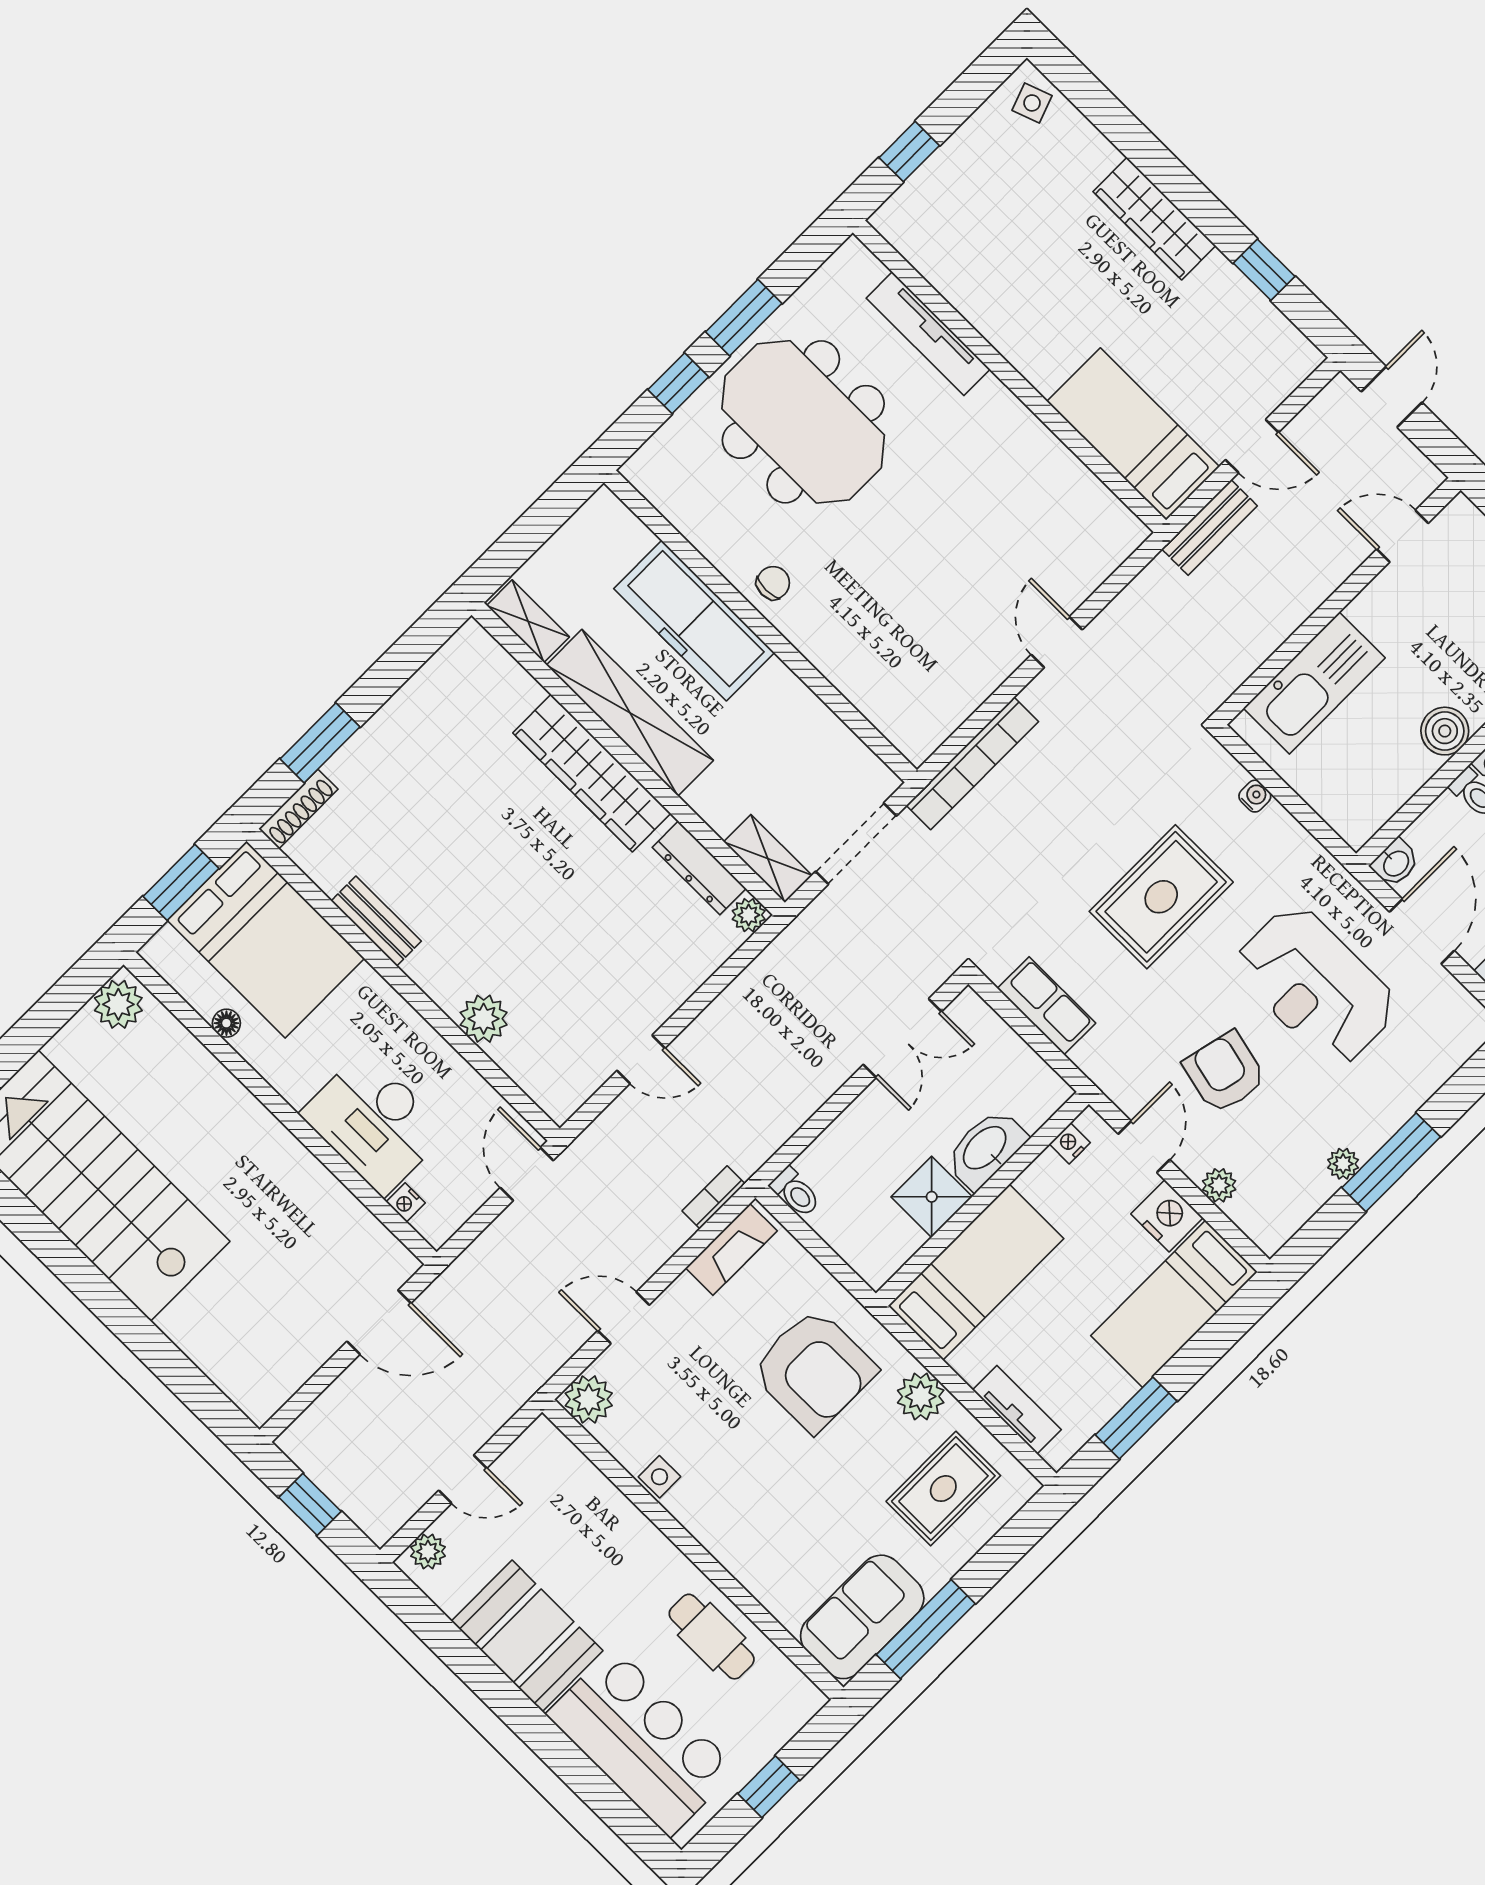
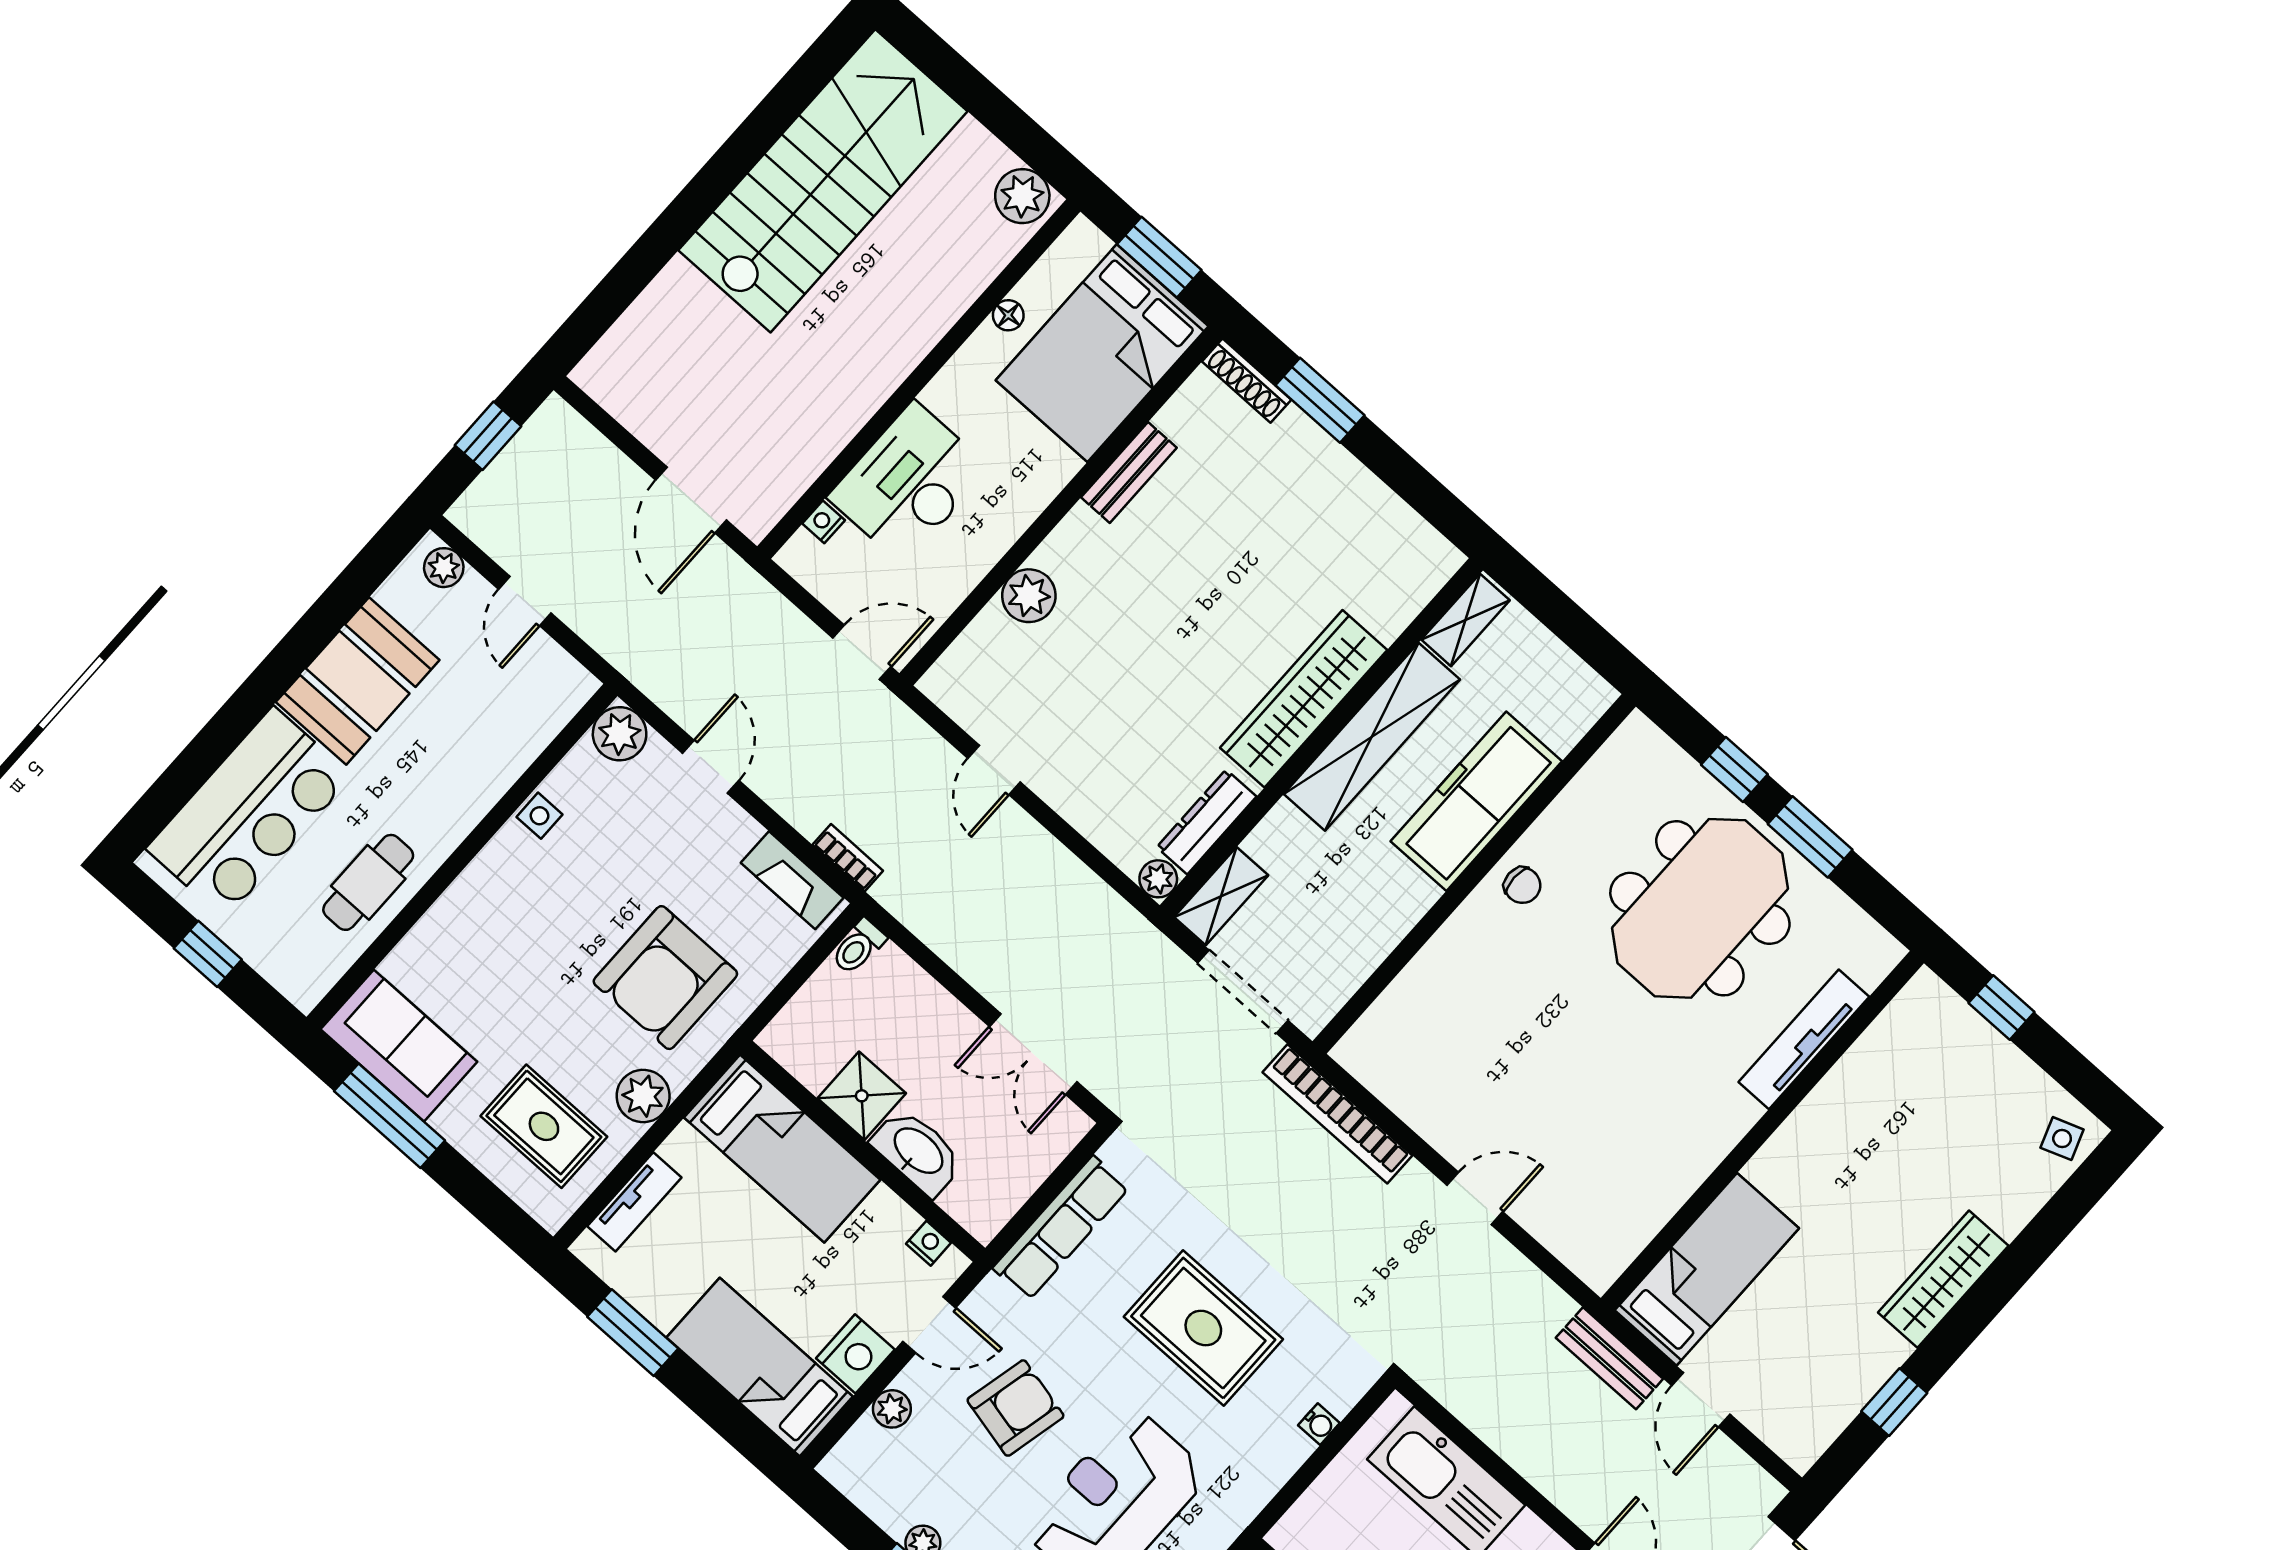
row of seats: (1047, 1006) -> (1061, 1228), width x1.48

